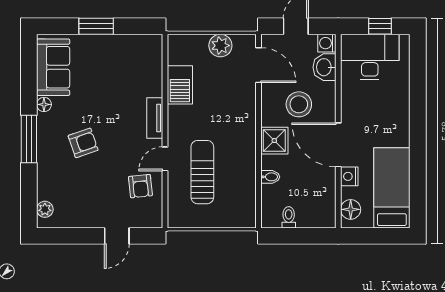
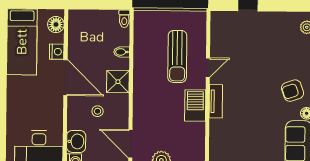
barbecue: (180, 85) -> (195, 105), moved
stool: (299, 104) -> (98, 111), width x0.53, depth x0.53
armchair: (83, 143) -> (293, 91), moved
armchair: (140, 186) -> (228, 45), removed
toilet: (289, 217) -> (124, 19), moved

